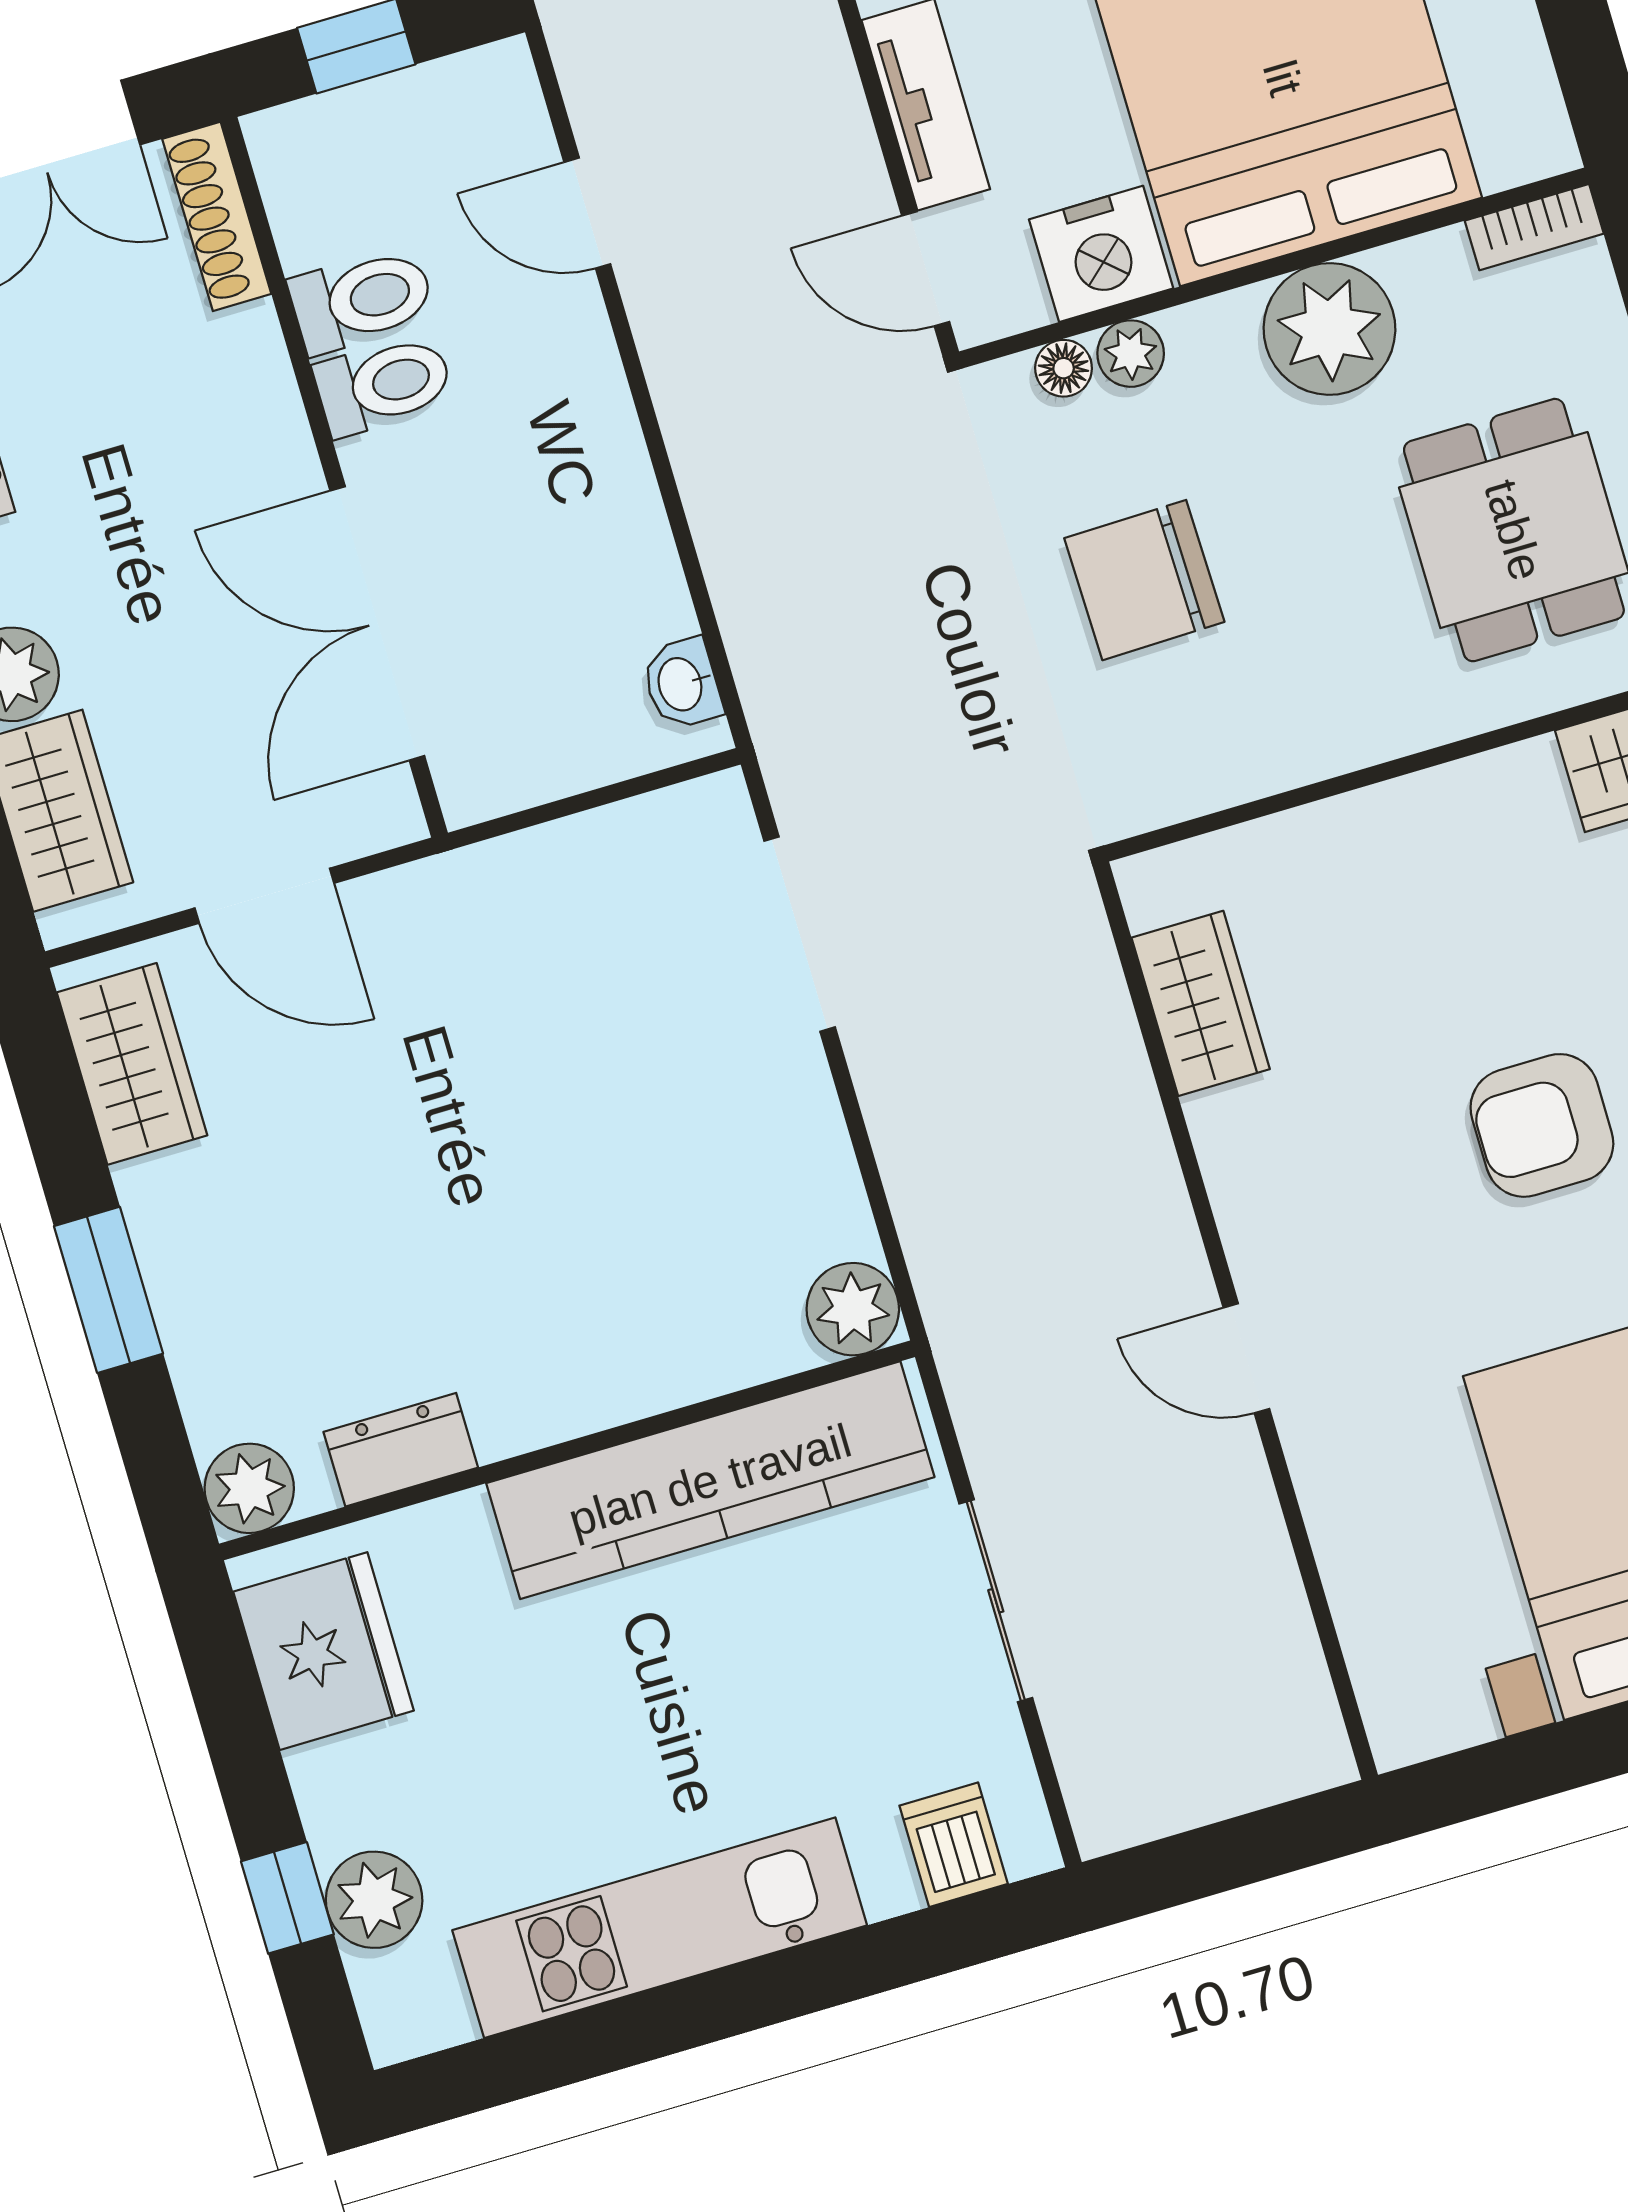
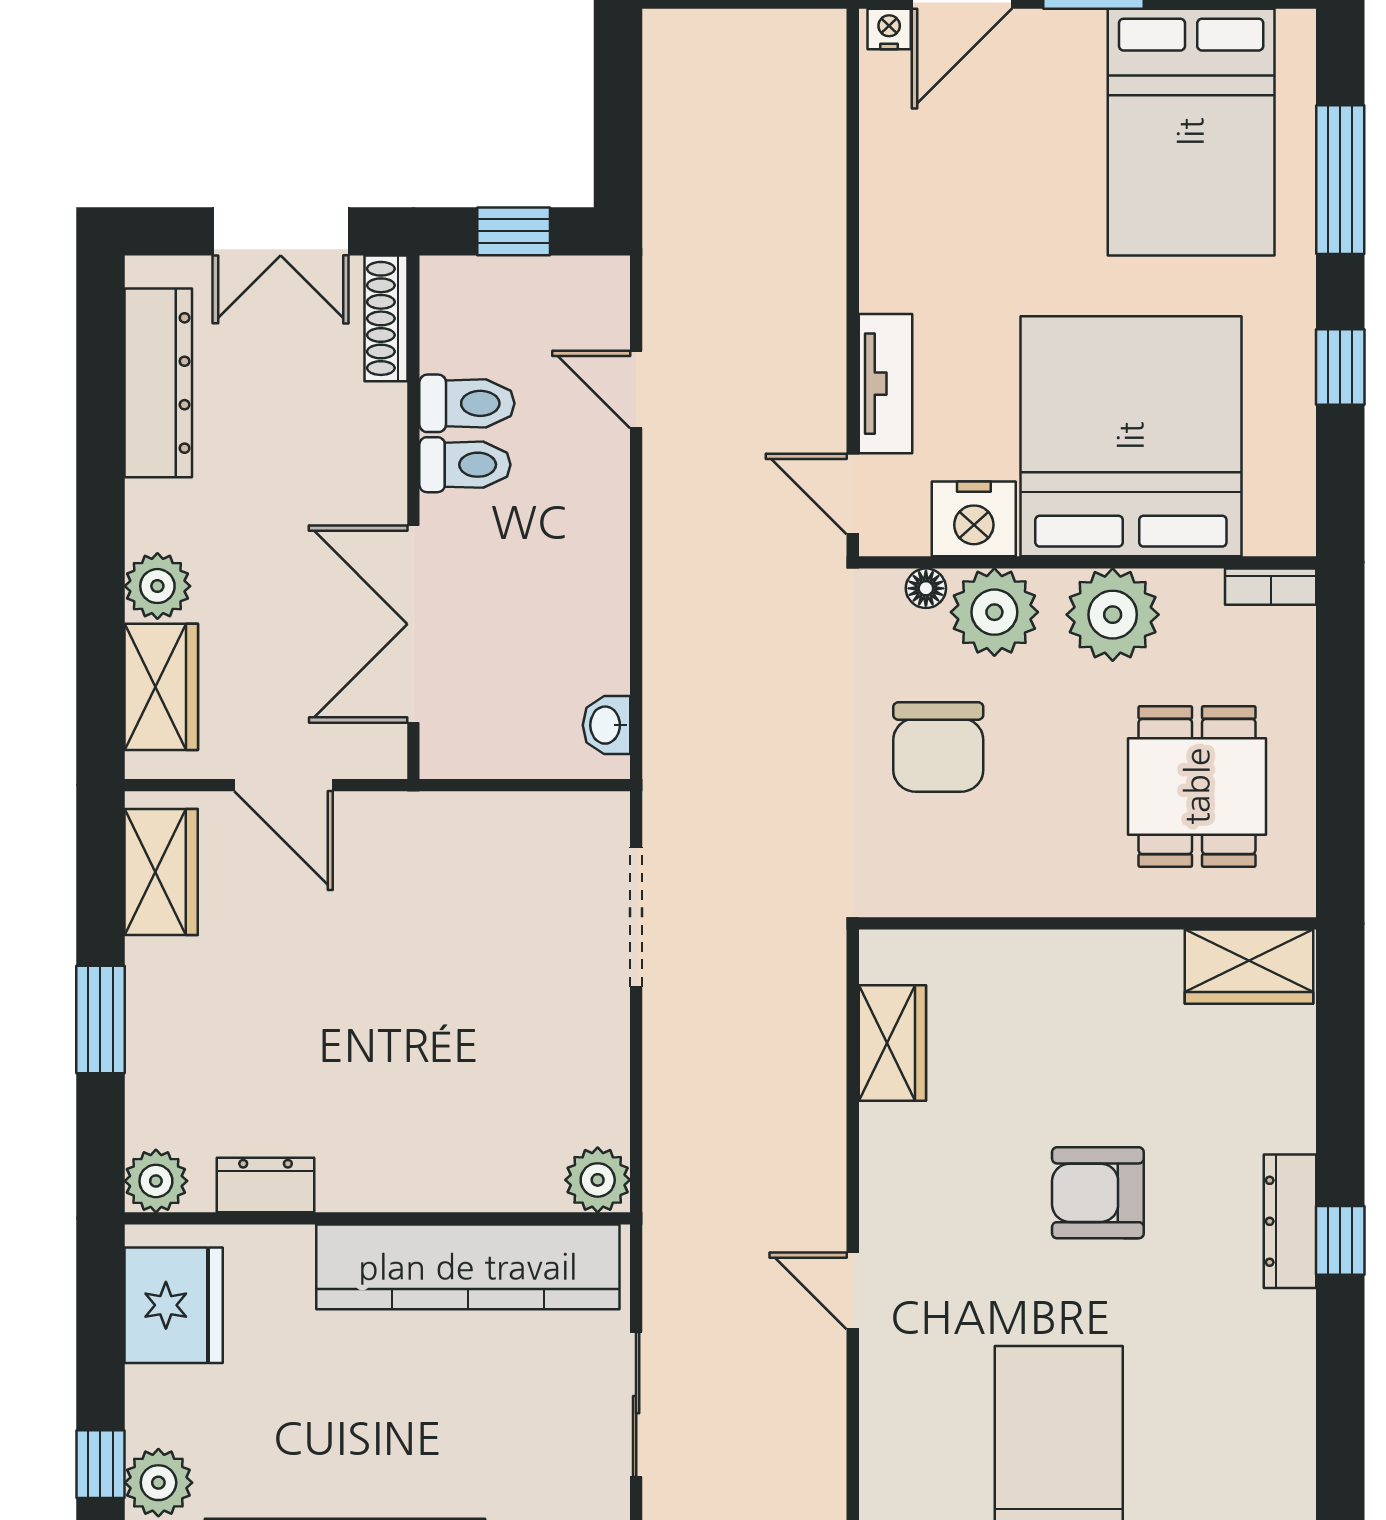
plant: (1131, 354) -> (994, 612), width x1.88, depth x1.88
chair: (1144, 580) -> (938, 747), turned -89

